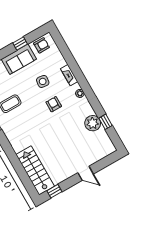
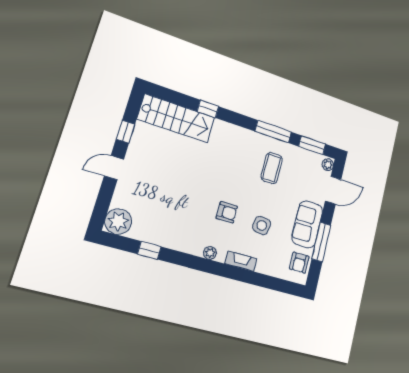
window: (20, 44) -> (321, 242), width x2.17
plant: (93, 123) -> (118, 222), moved
window: (15, 161) -> (208, 109), added
window: (54, 191) -> (126, 132), moved

